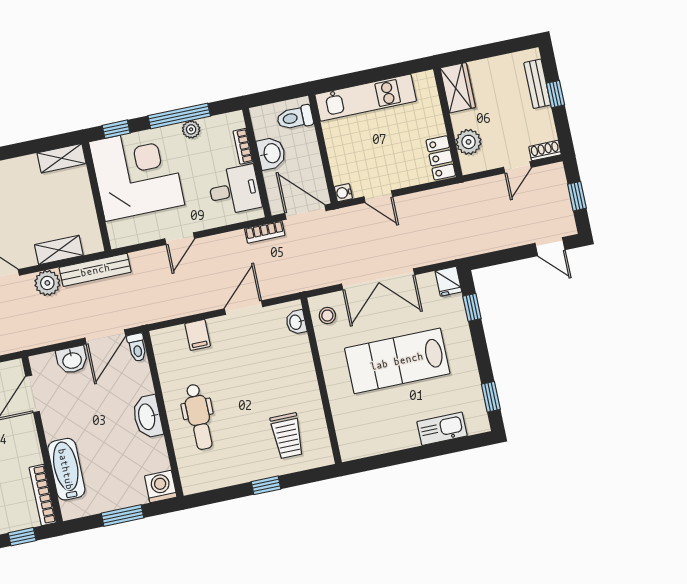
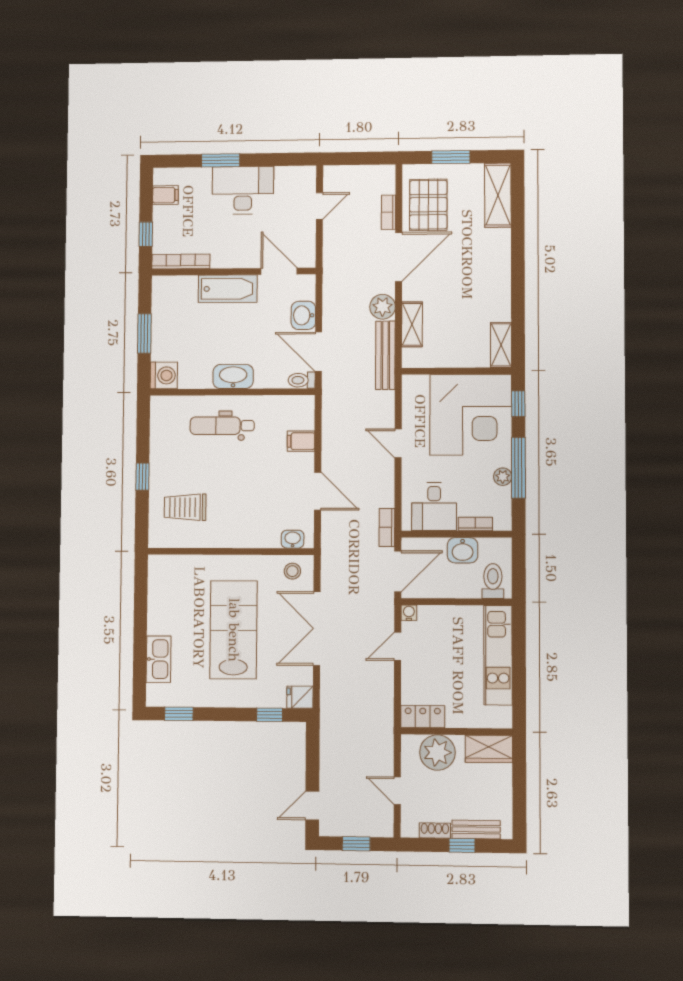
plant: (469, 142) -> (437, 752), width x1.36, depth x1.36
shoe rack: (545, 151) -> (435, 830), moved, turned -90
bathtub: (66, 469) -> (228, 289), moved

